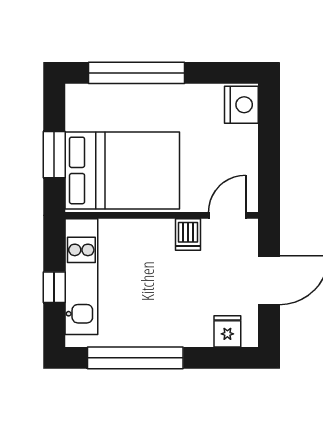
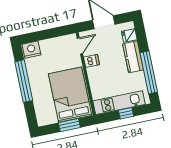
window: (137, 73) -> (24, 81), moved
door: (227, 215) -> (80, 46), swing flipped
kitchen counter: (178, 330) -> (133, 57), added

